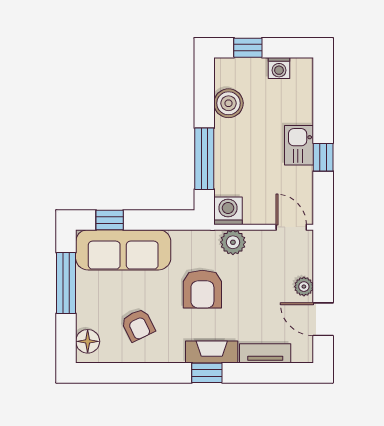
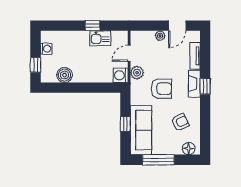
kitchen sink: (299, 145) -> (100, 38), moved
window: (204, 159) -> (93, 88), removed
window: (110, 220) -> (125, 124), moved
door: (291, 227) -> (129, 53), moved

